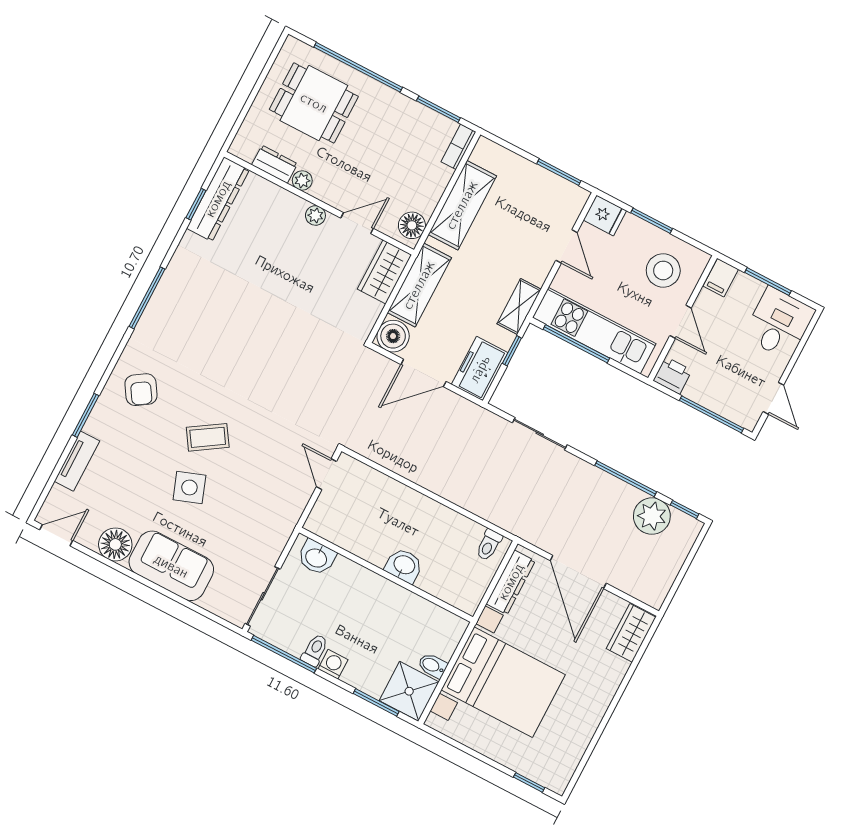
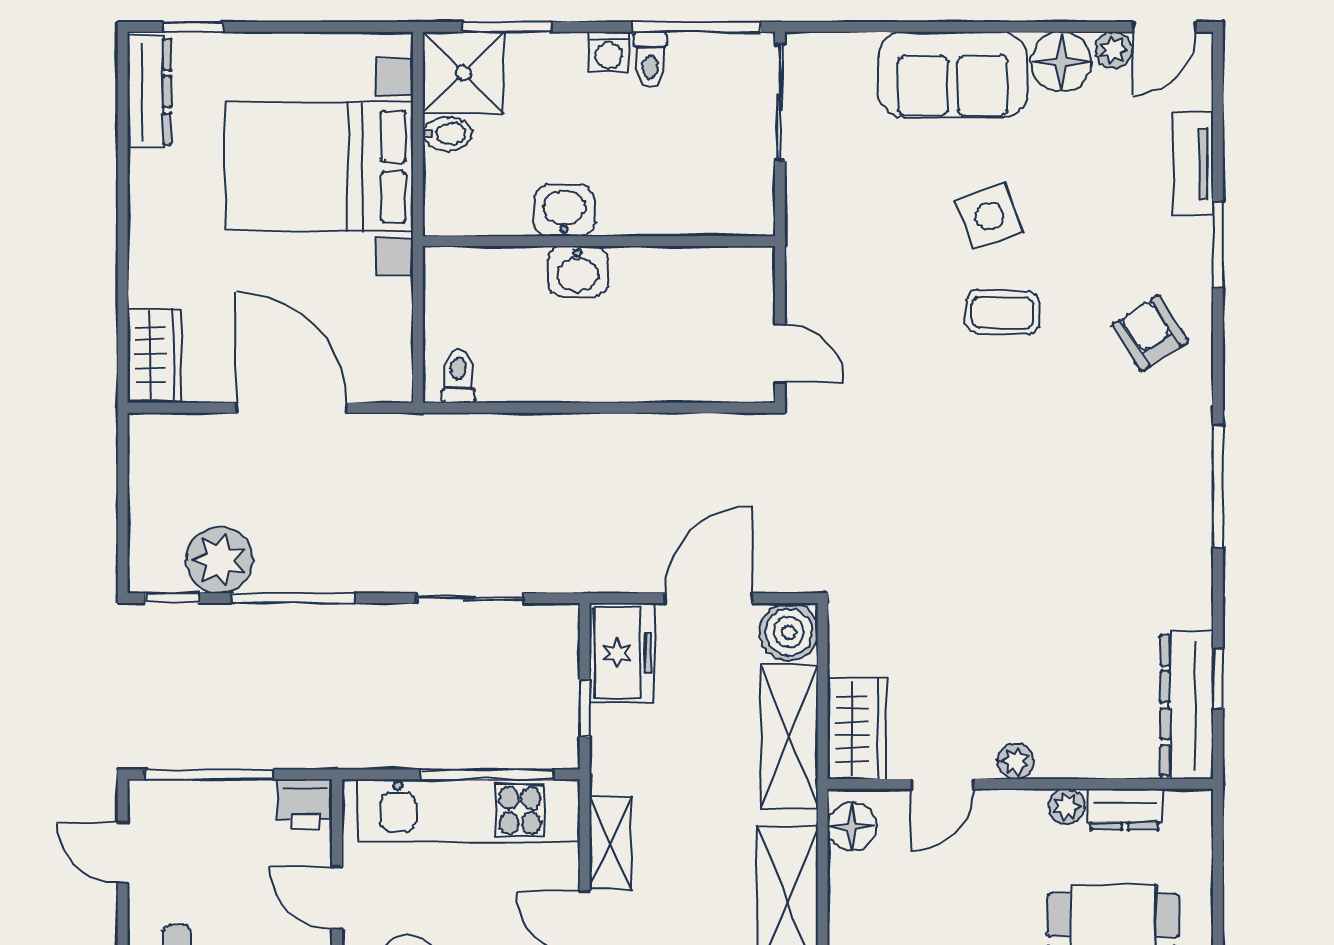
shelving: (519, 307) -> (610, 843), moved
coffee table: (208, 437) -> (1002, 312), turned 35
plant: (87, 537) -> (1113, 50), added
washbasin: (316, 557) -> (564, 211), moved
dresser: (511, 582) -> (149, 92), moved, turned 180

